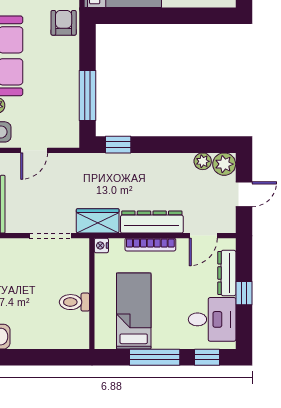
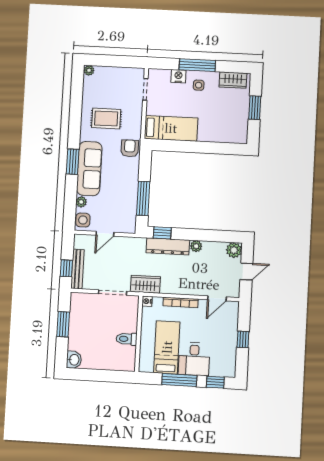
plant: (203, 161) -> (196, 246), moved
dresser: (152, 222) -> (168, 246), moved, turned 180
dresser: (227, 273) -> (232, 325), removed
desk: (212, 319) -> (194, 359), moved, turned 90

